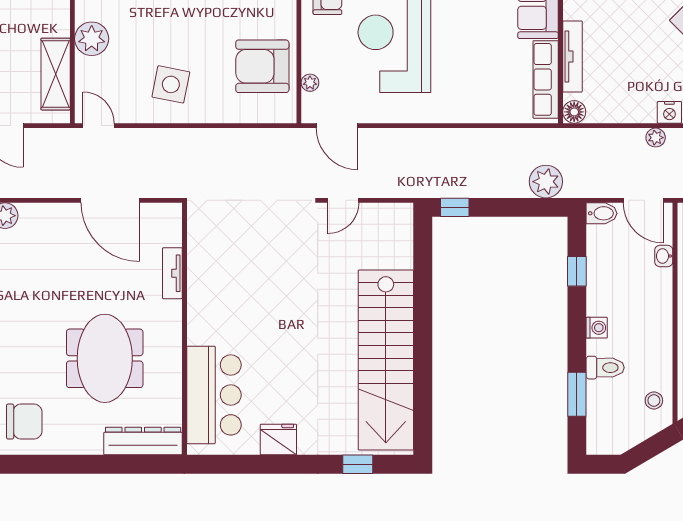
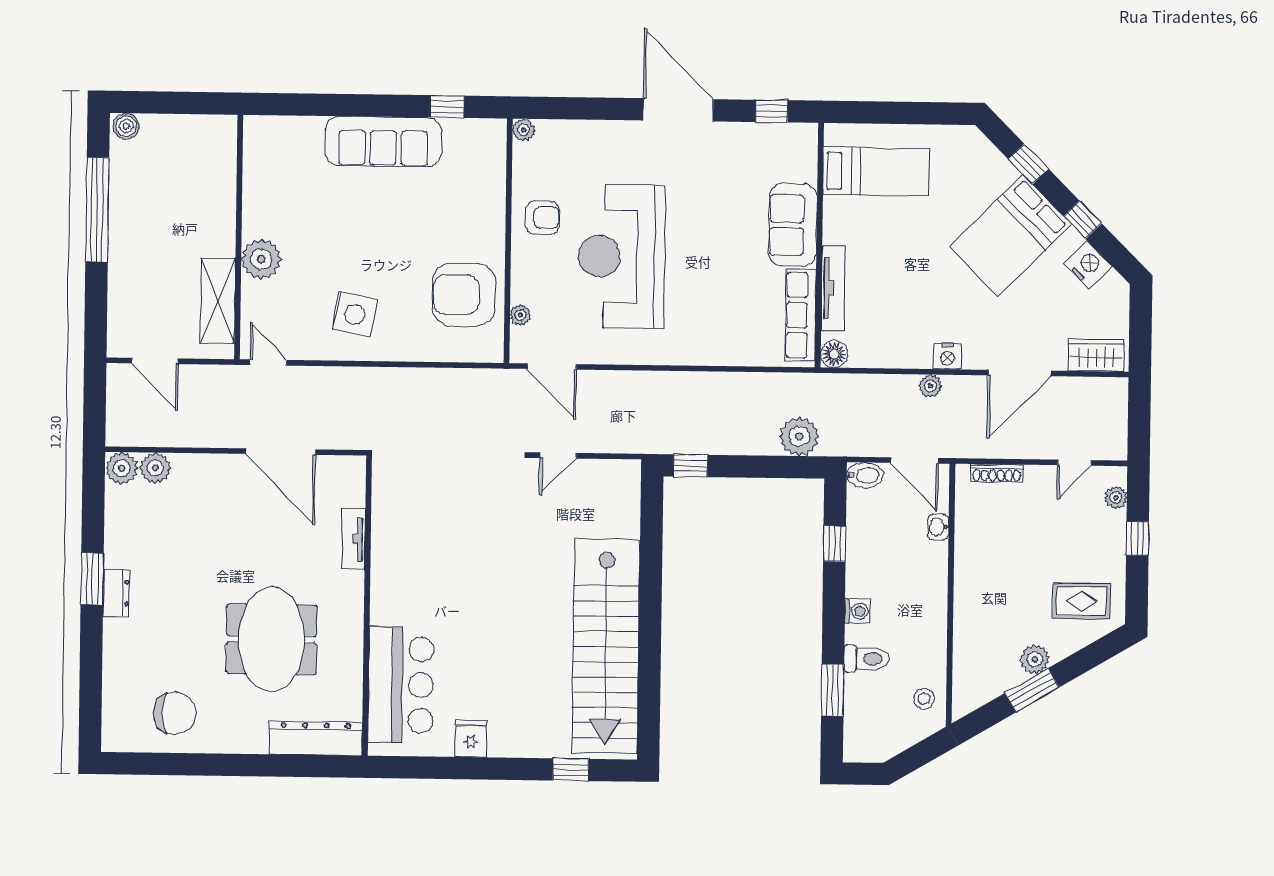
fridge: (278, 440) -> (471, 739), width x0.72

